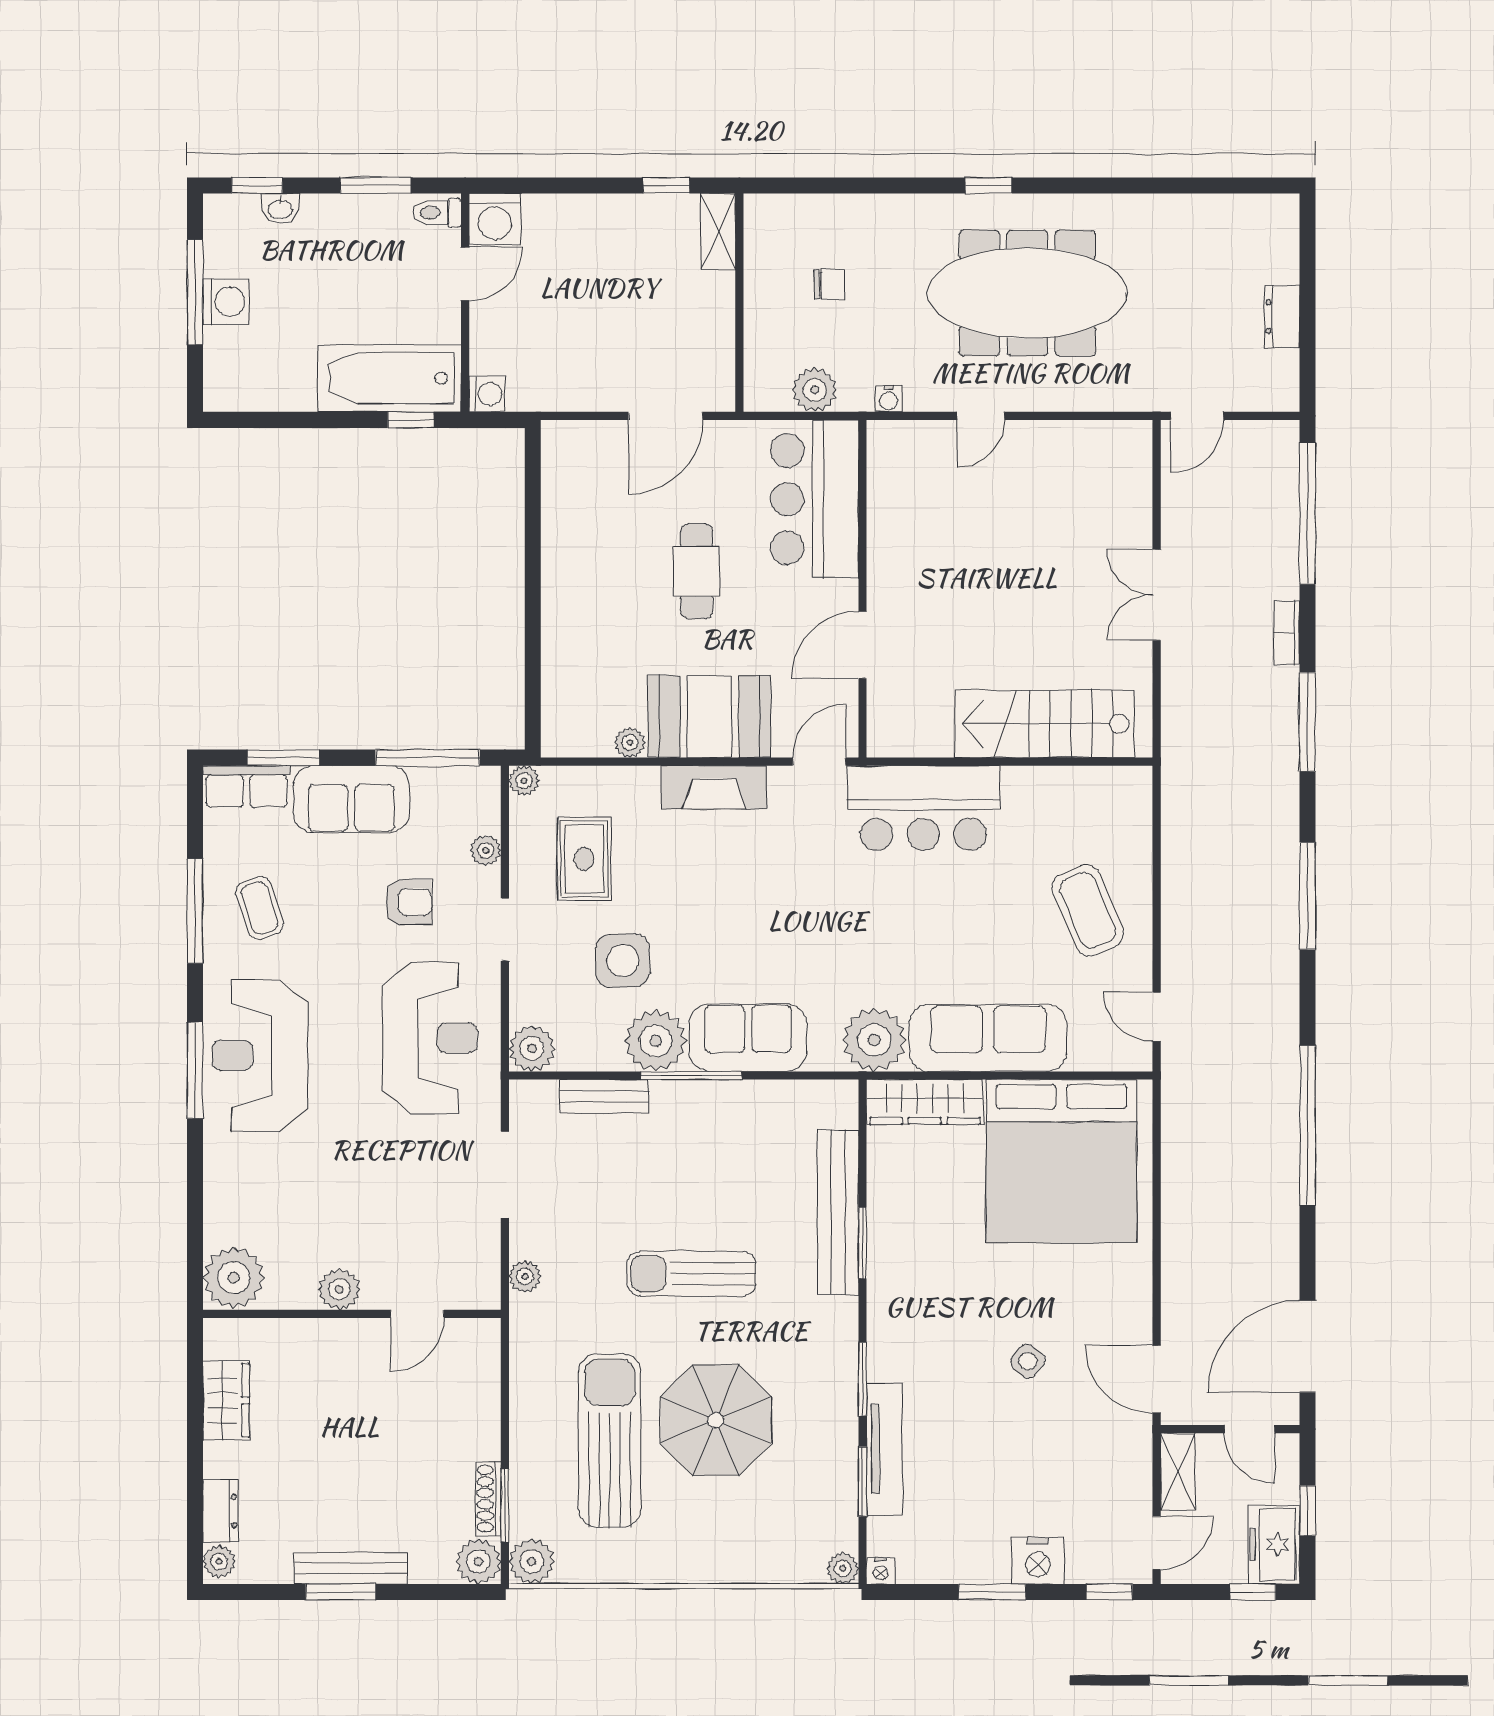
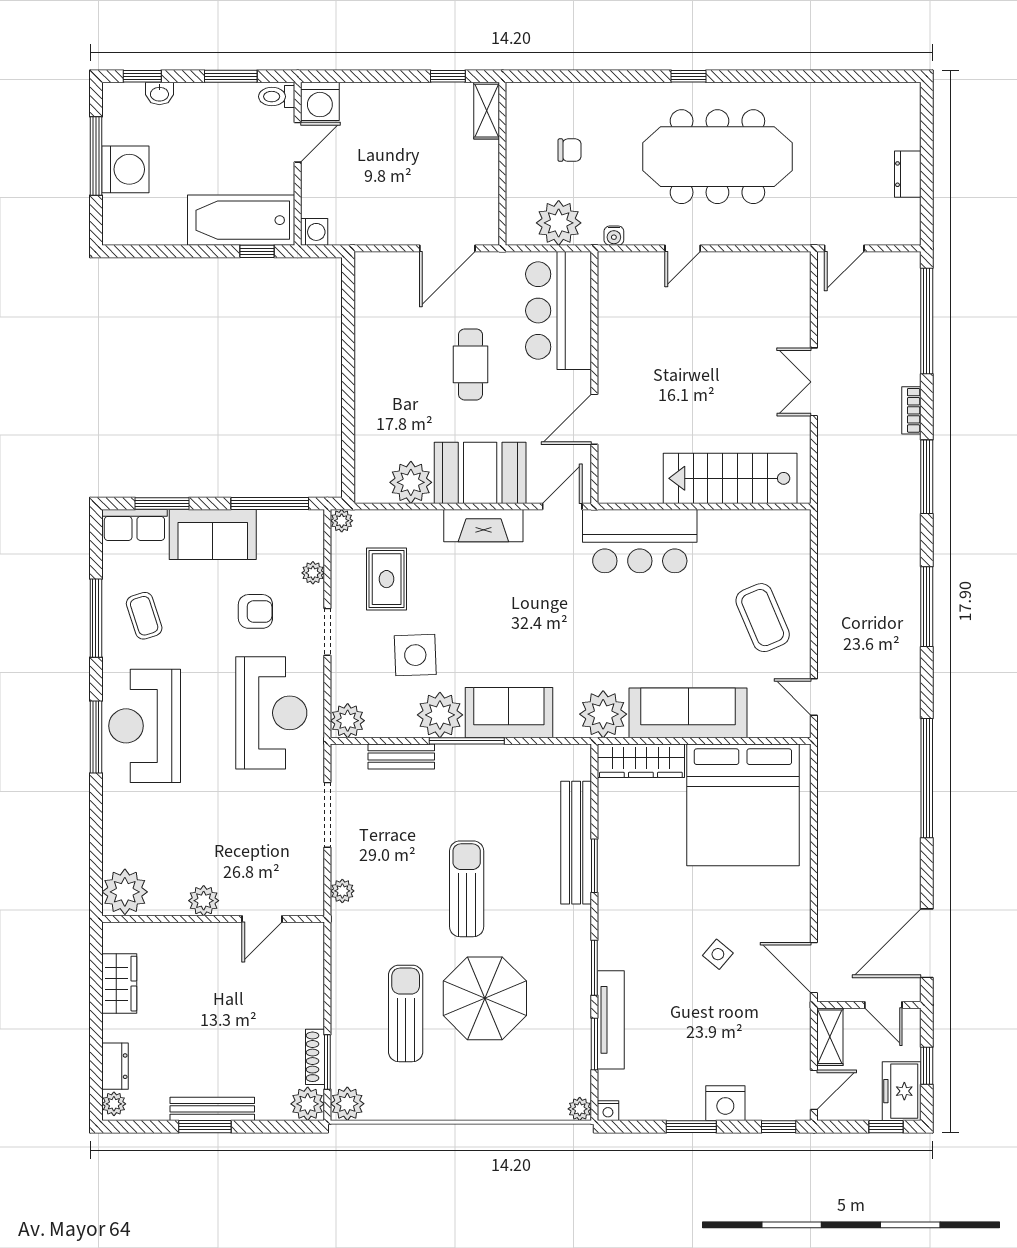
washing machine: (226, 302) -> (125, 169), width x1.37, depth x1.37
plant: (815, 390) -> (559, 223), width x1.36, depth x1.36
plant: (630, 742) -> (411, 482), width x1.88, depth x1.88
sun lounger: (691, 1274) -> (467, 889), turned 90
sun lounger: (610, 1440) -> (406, 1013), width x0.73, depth x0.75

